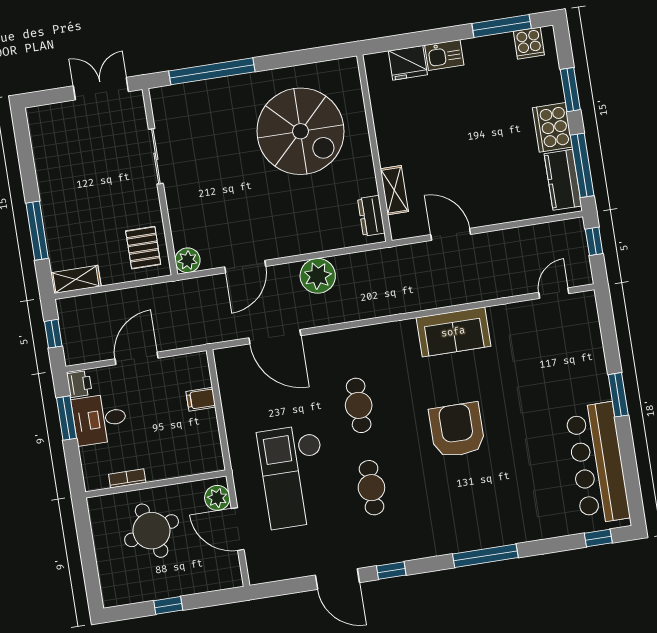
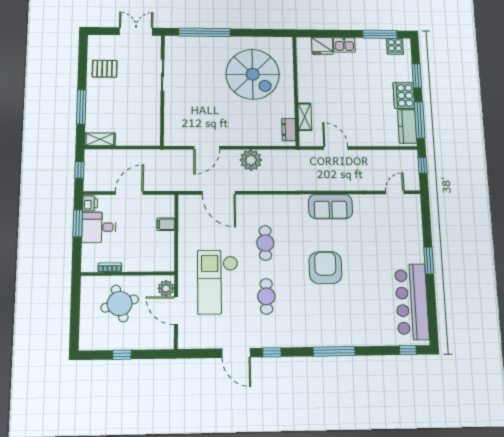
pallet: (143, 248) -> (105, 69), moved, turned 90
plant: (188, 260) -> (172, 139), removed

